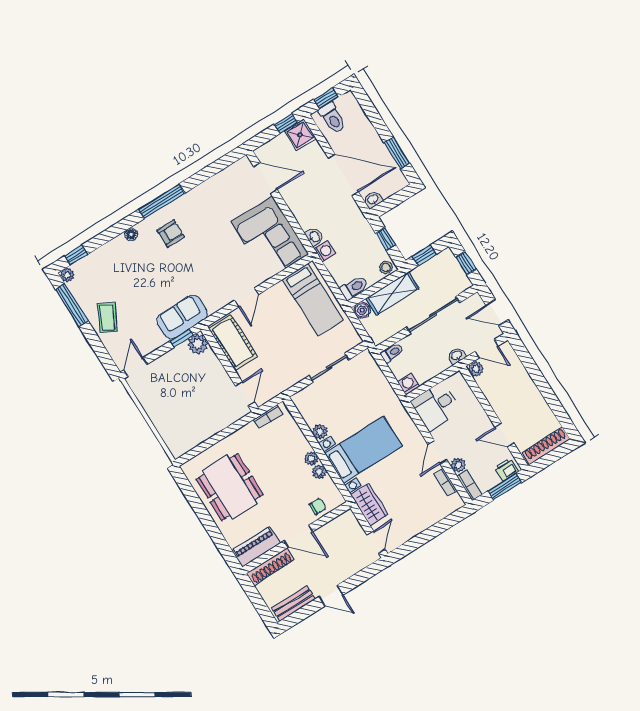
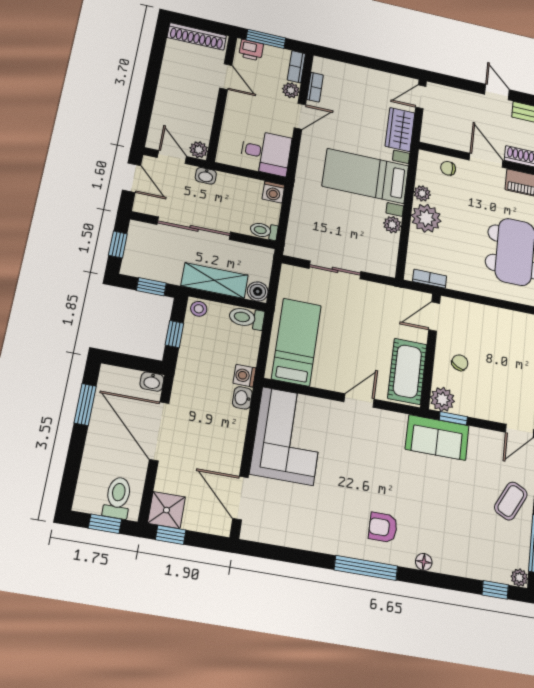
chair: (206, 378) -> (460, 363), added
plant: (311, 459) -> (426, 218), width x1.88, depth x1.88

